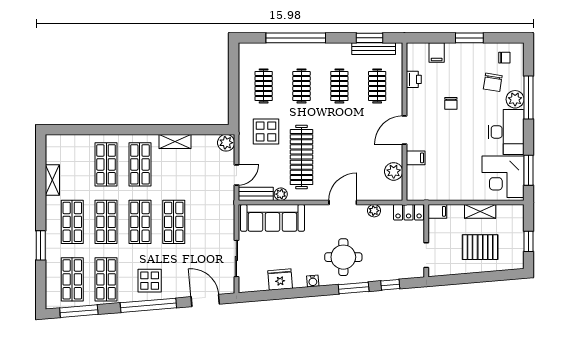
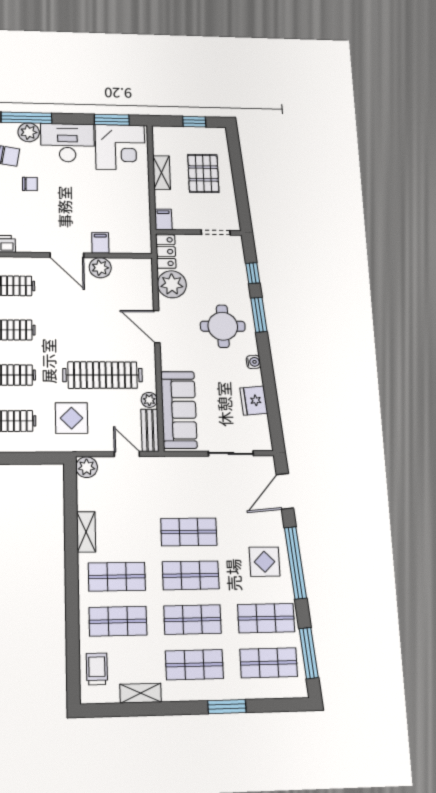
chair: (451, 103) -> (30, 184), moved
trolley: (71, 148) -> (97, 669), added
plant: (394, 171) -> (100, 268), moved
plant: (374, 211) -> (172, 284), width x1.88, depth x1.88

